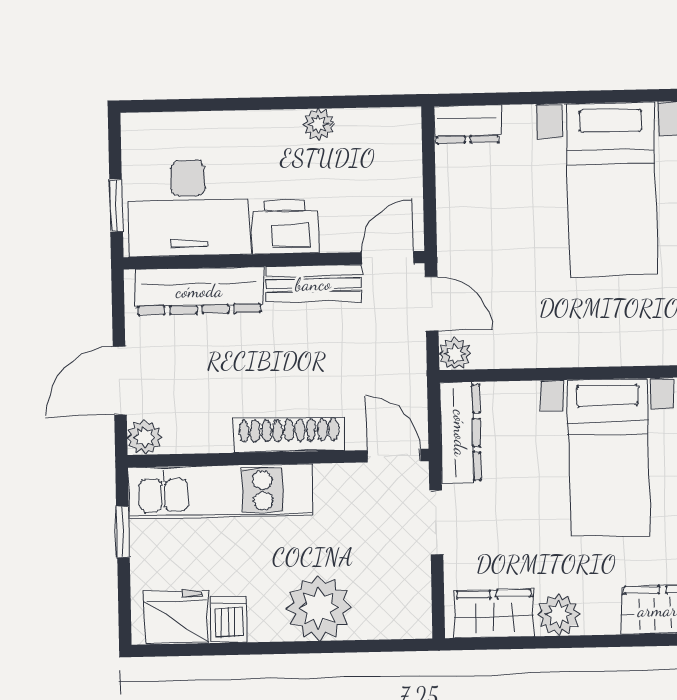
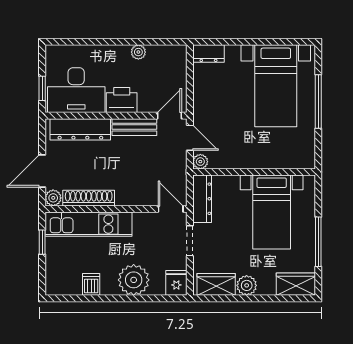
shoe rack: (289, 435) -> (89, 198), moved
fridge: (176, 617) -> (176, 283), moved, width x0.72

